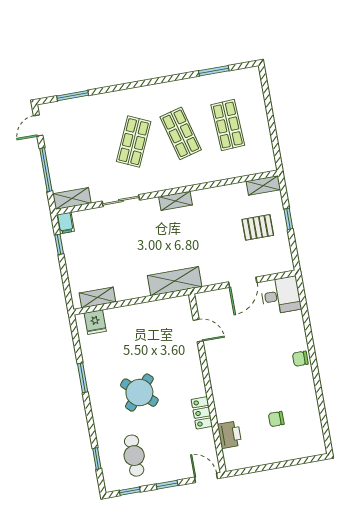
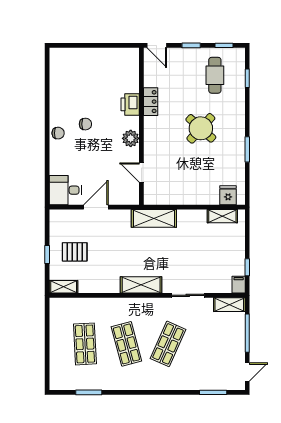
shelving: (175, 201) -> (141, 285), width x1.50, depth x1.33
plant: (217, 367) -> (131, 138), added
chair: (276, 419) -> (85, 124), moved
printer: (230, 435) -> (130, 104), moved

